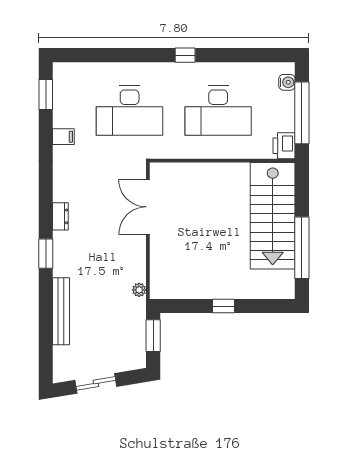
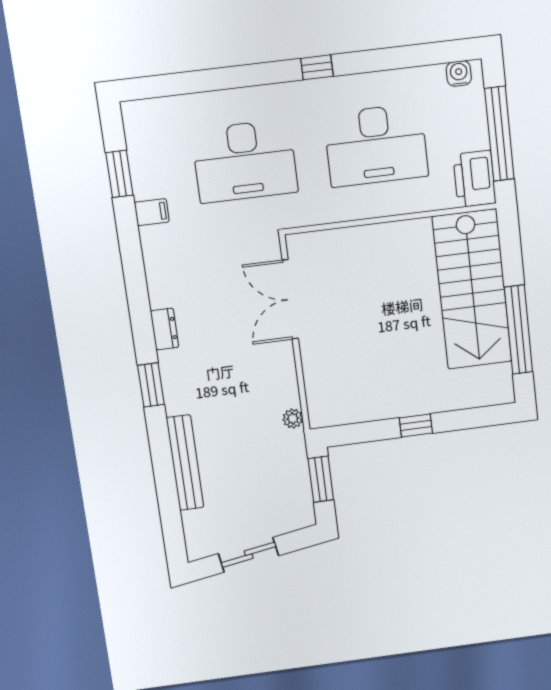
water cooler: (287, 82) -> (459, 74), moved, turned -90
window: (46, 95) -> (119, 174), moved
printer: (284, 146) -> (474, 179), width x1.37, depth x1.19

